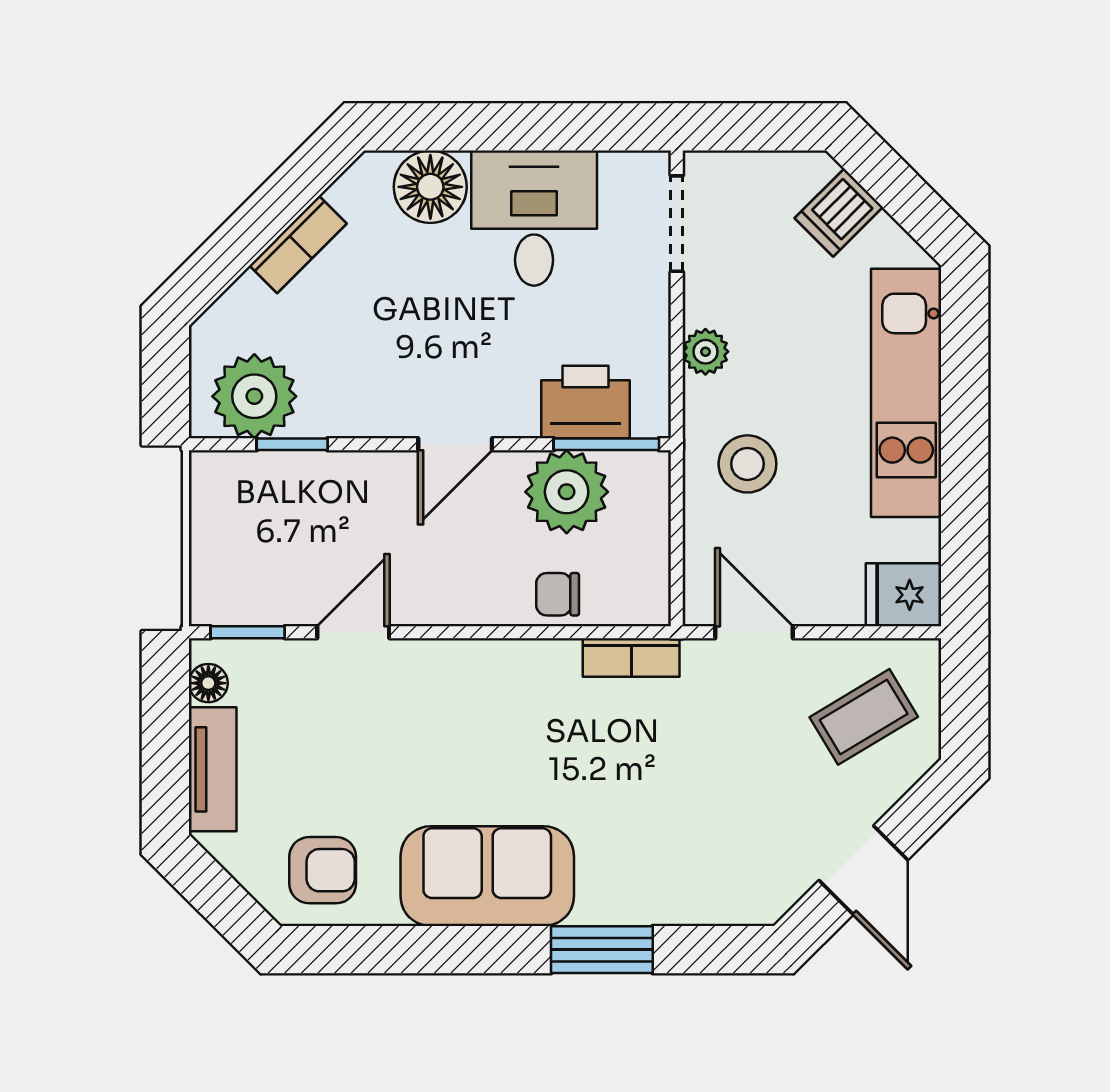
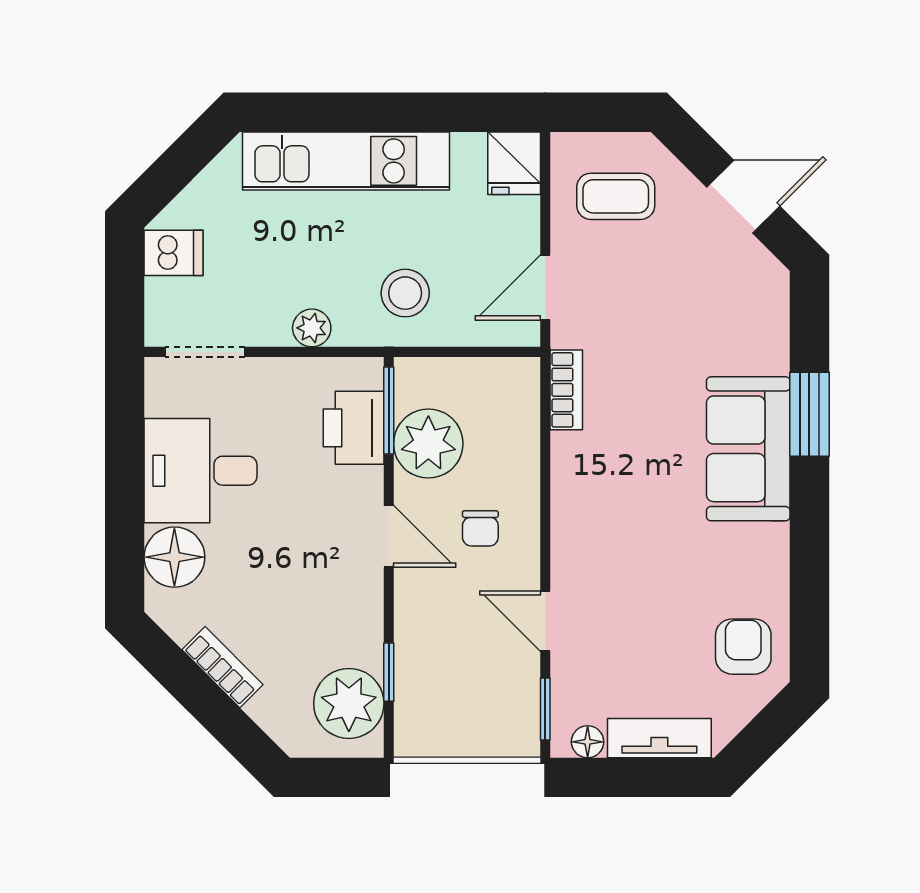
dishwasher: (839, 213) -> (174, 253), moved, turned -45
chair: (558, 594) -> (480, 528), moved
coffee table: (864, 717) -> (616, 196), turned -59
sofa: (487, 876) -> (748, 449), moved

